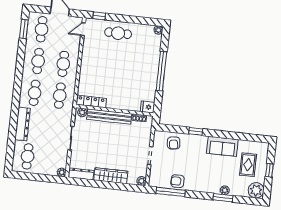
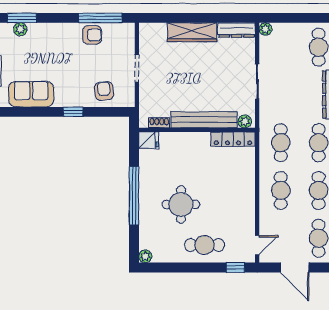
round table: (131, 62) -> (181, 204), added
plant: (141, 181) -> (146, 29), removed

